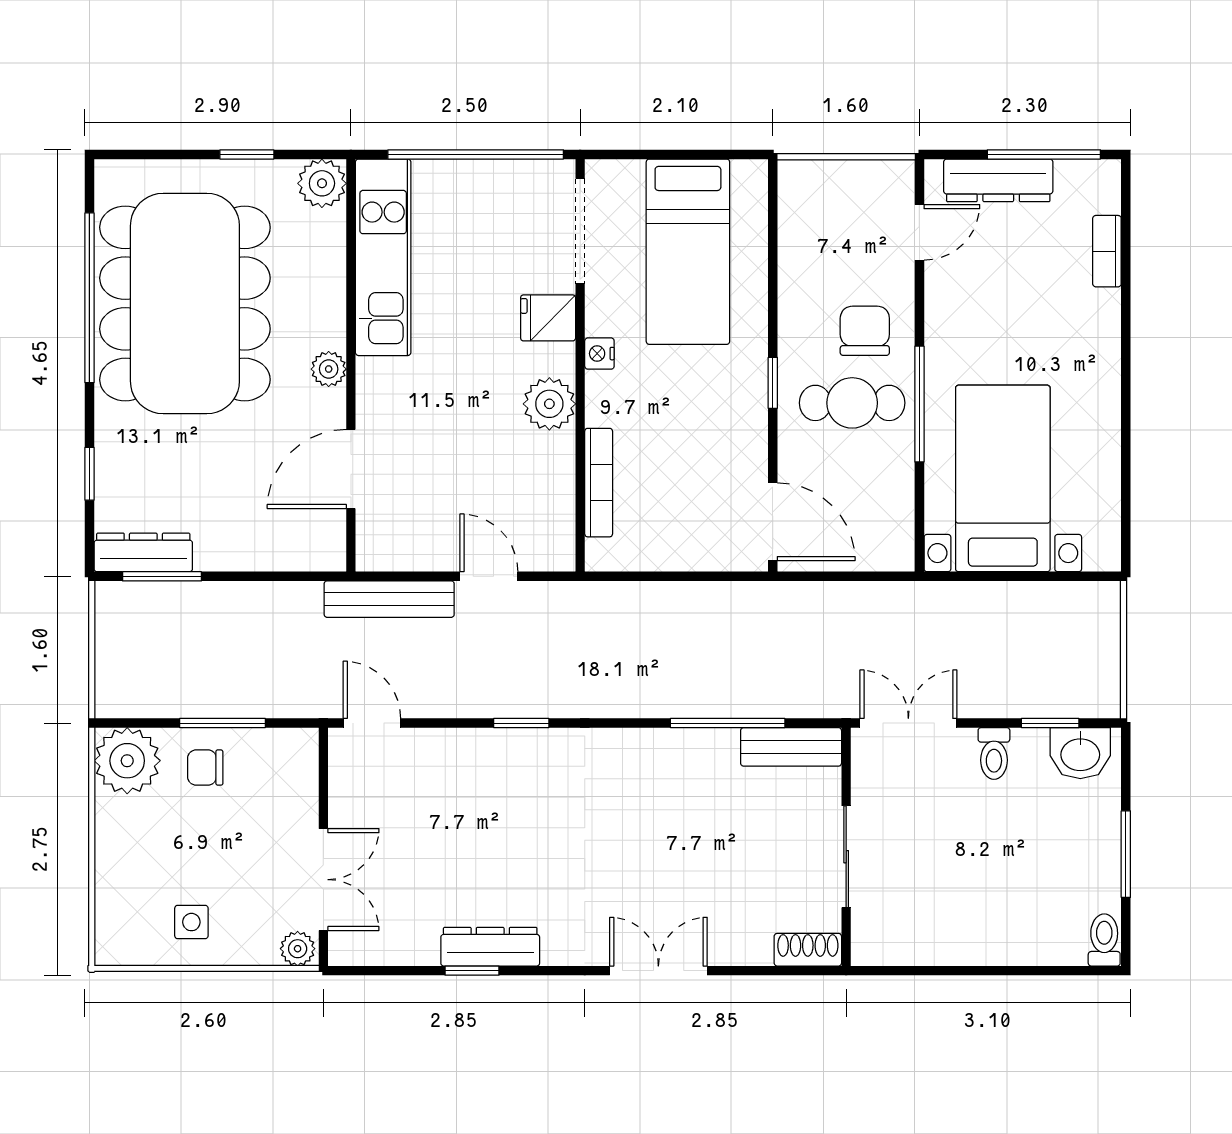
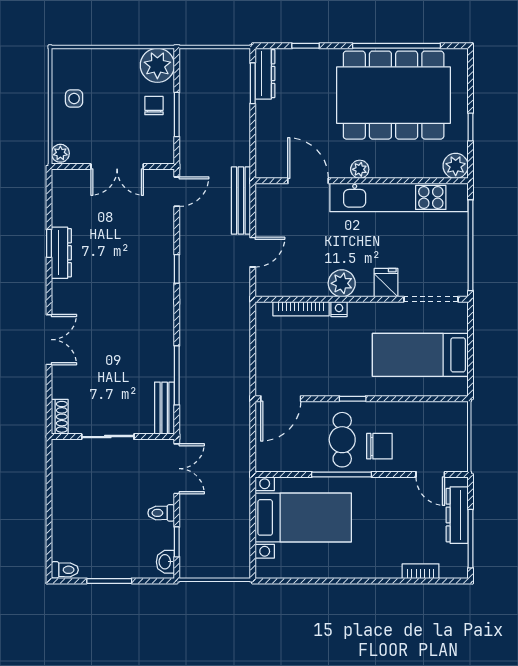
kitchen unit: (383, 257) -> (399, 197), width x1.36
nightstand: (599, 354) -> (339, 309), moved
washbasin: (1080, 753) -> (165, 562), width x0.72, depth x0.69
double door: (323, 880) -> (117, 167), moved

